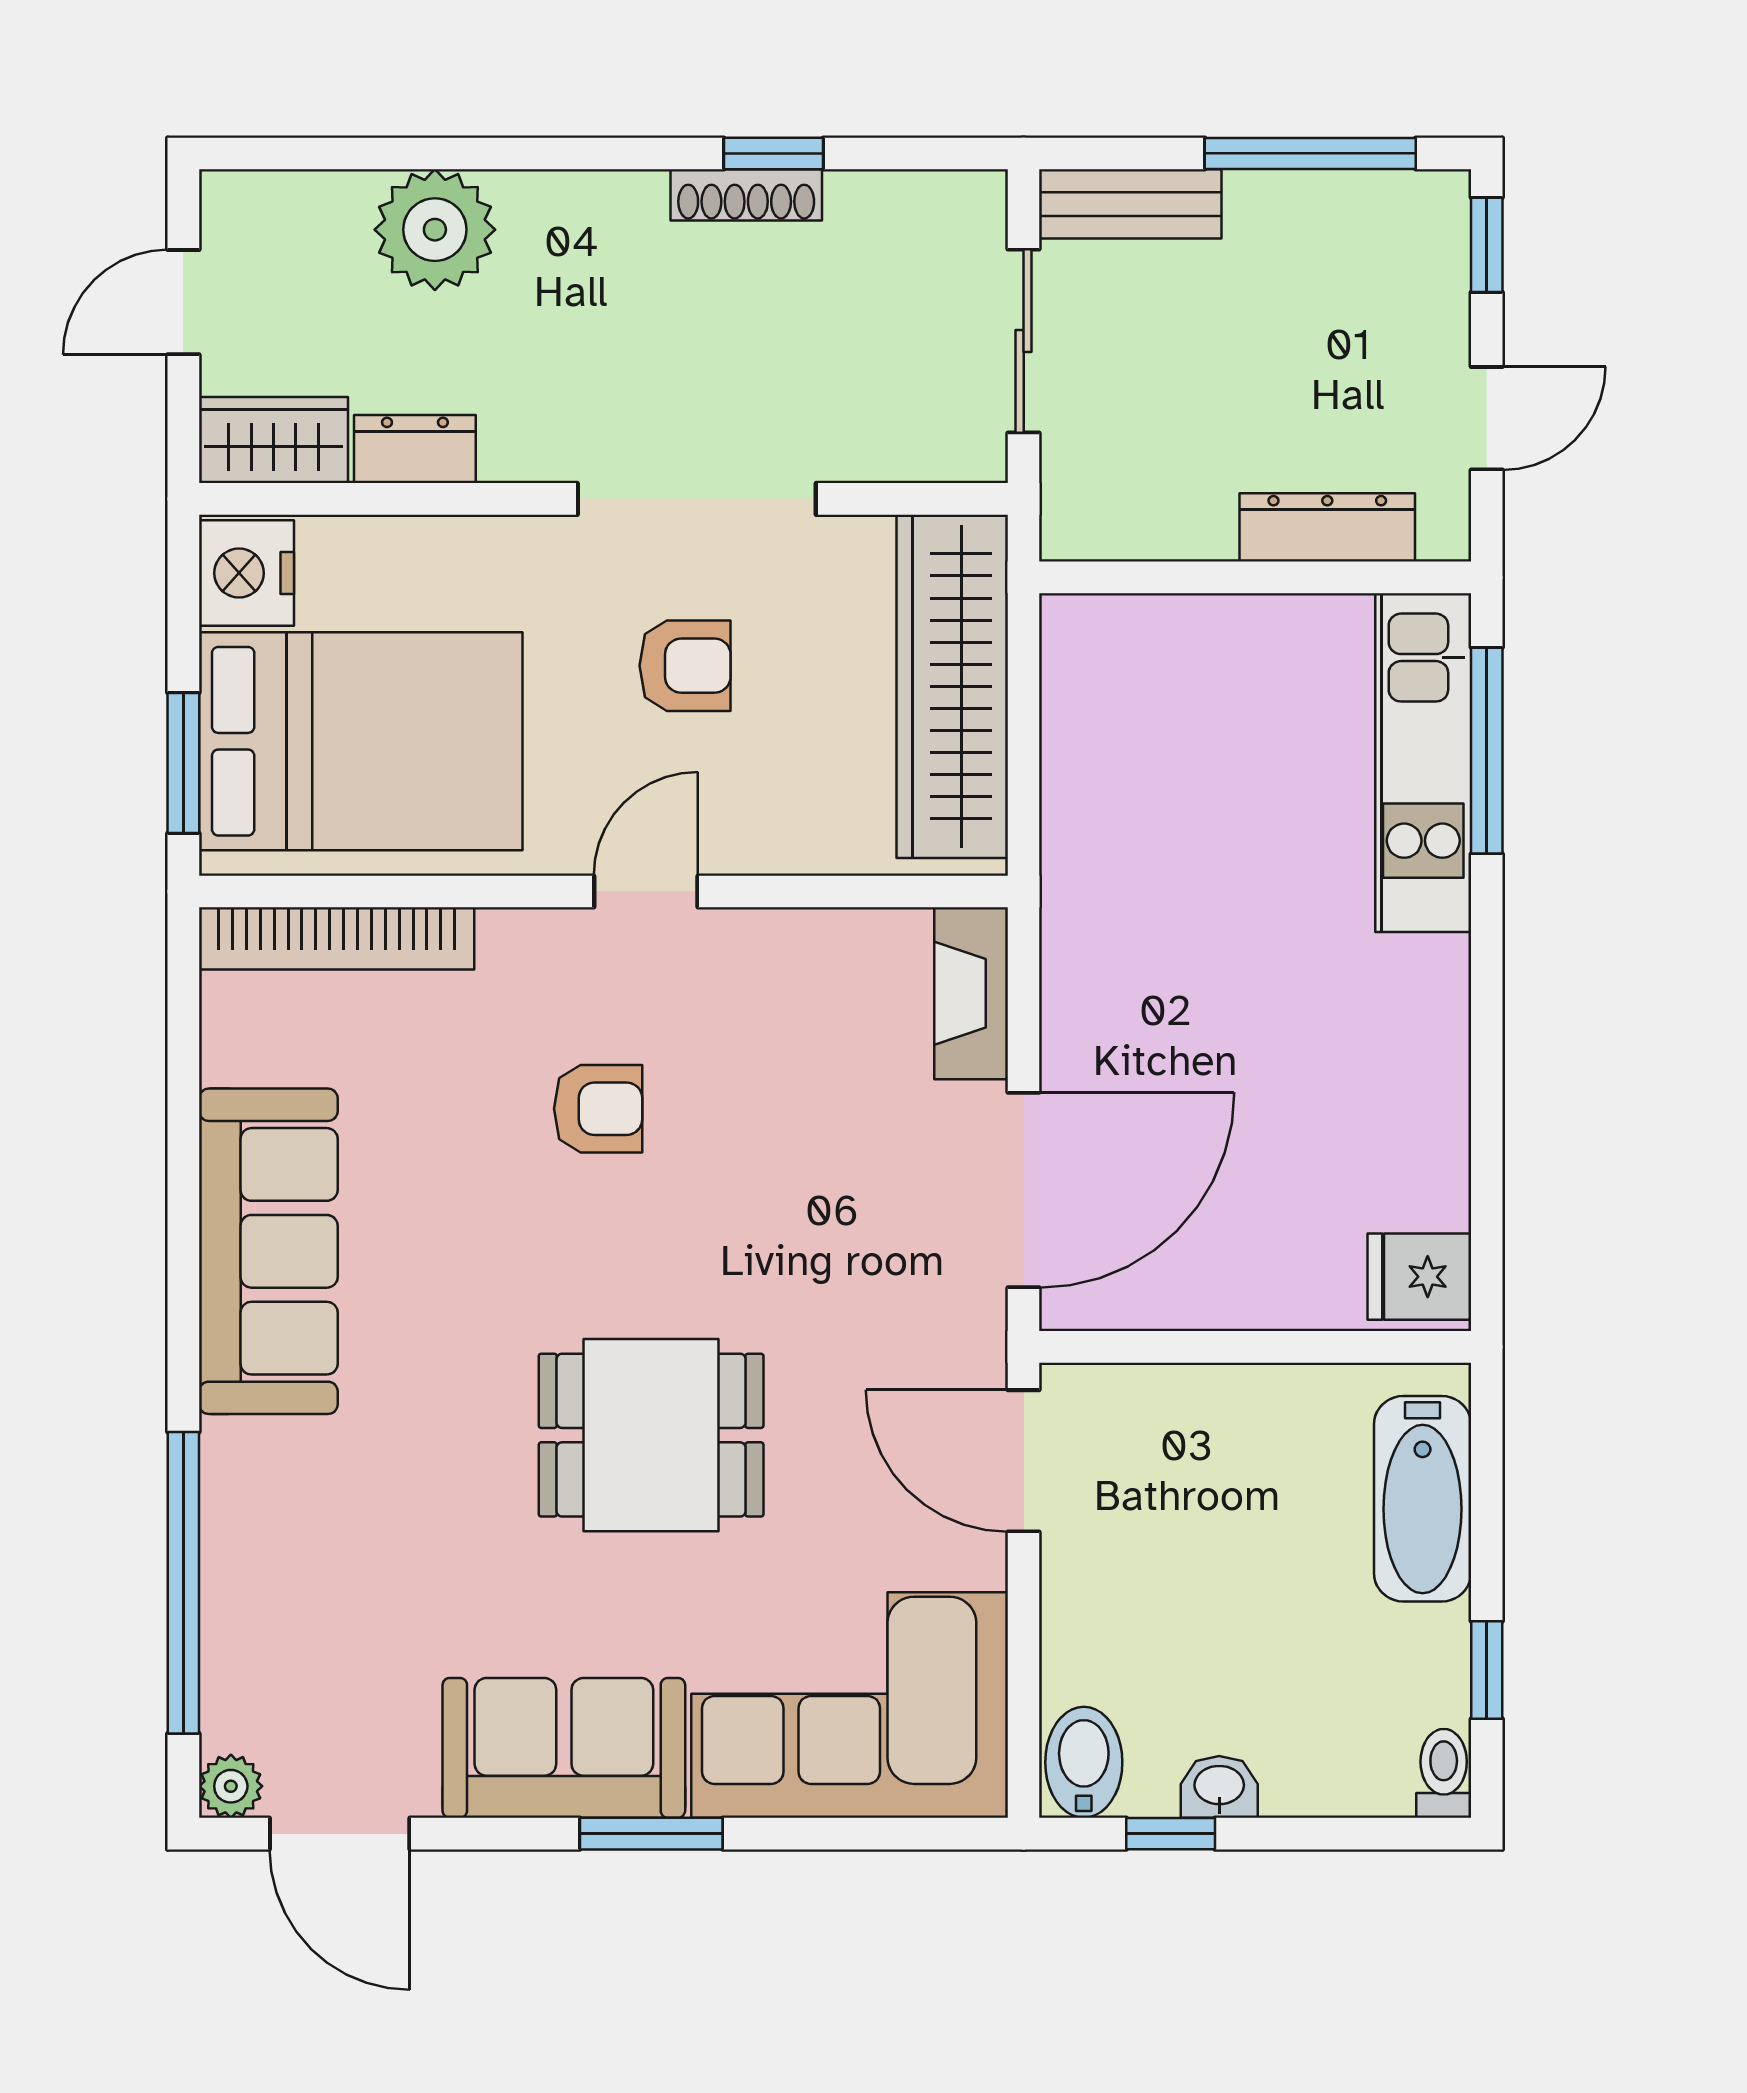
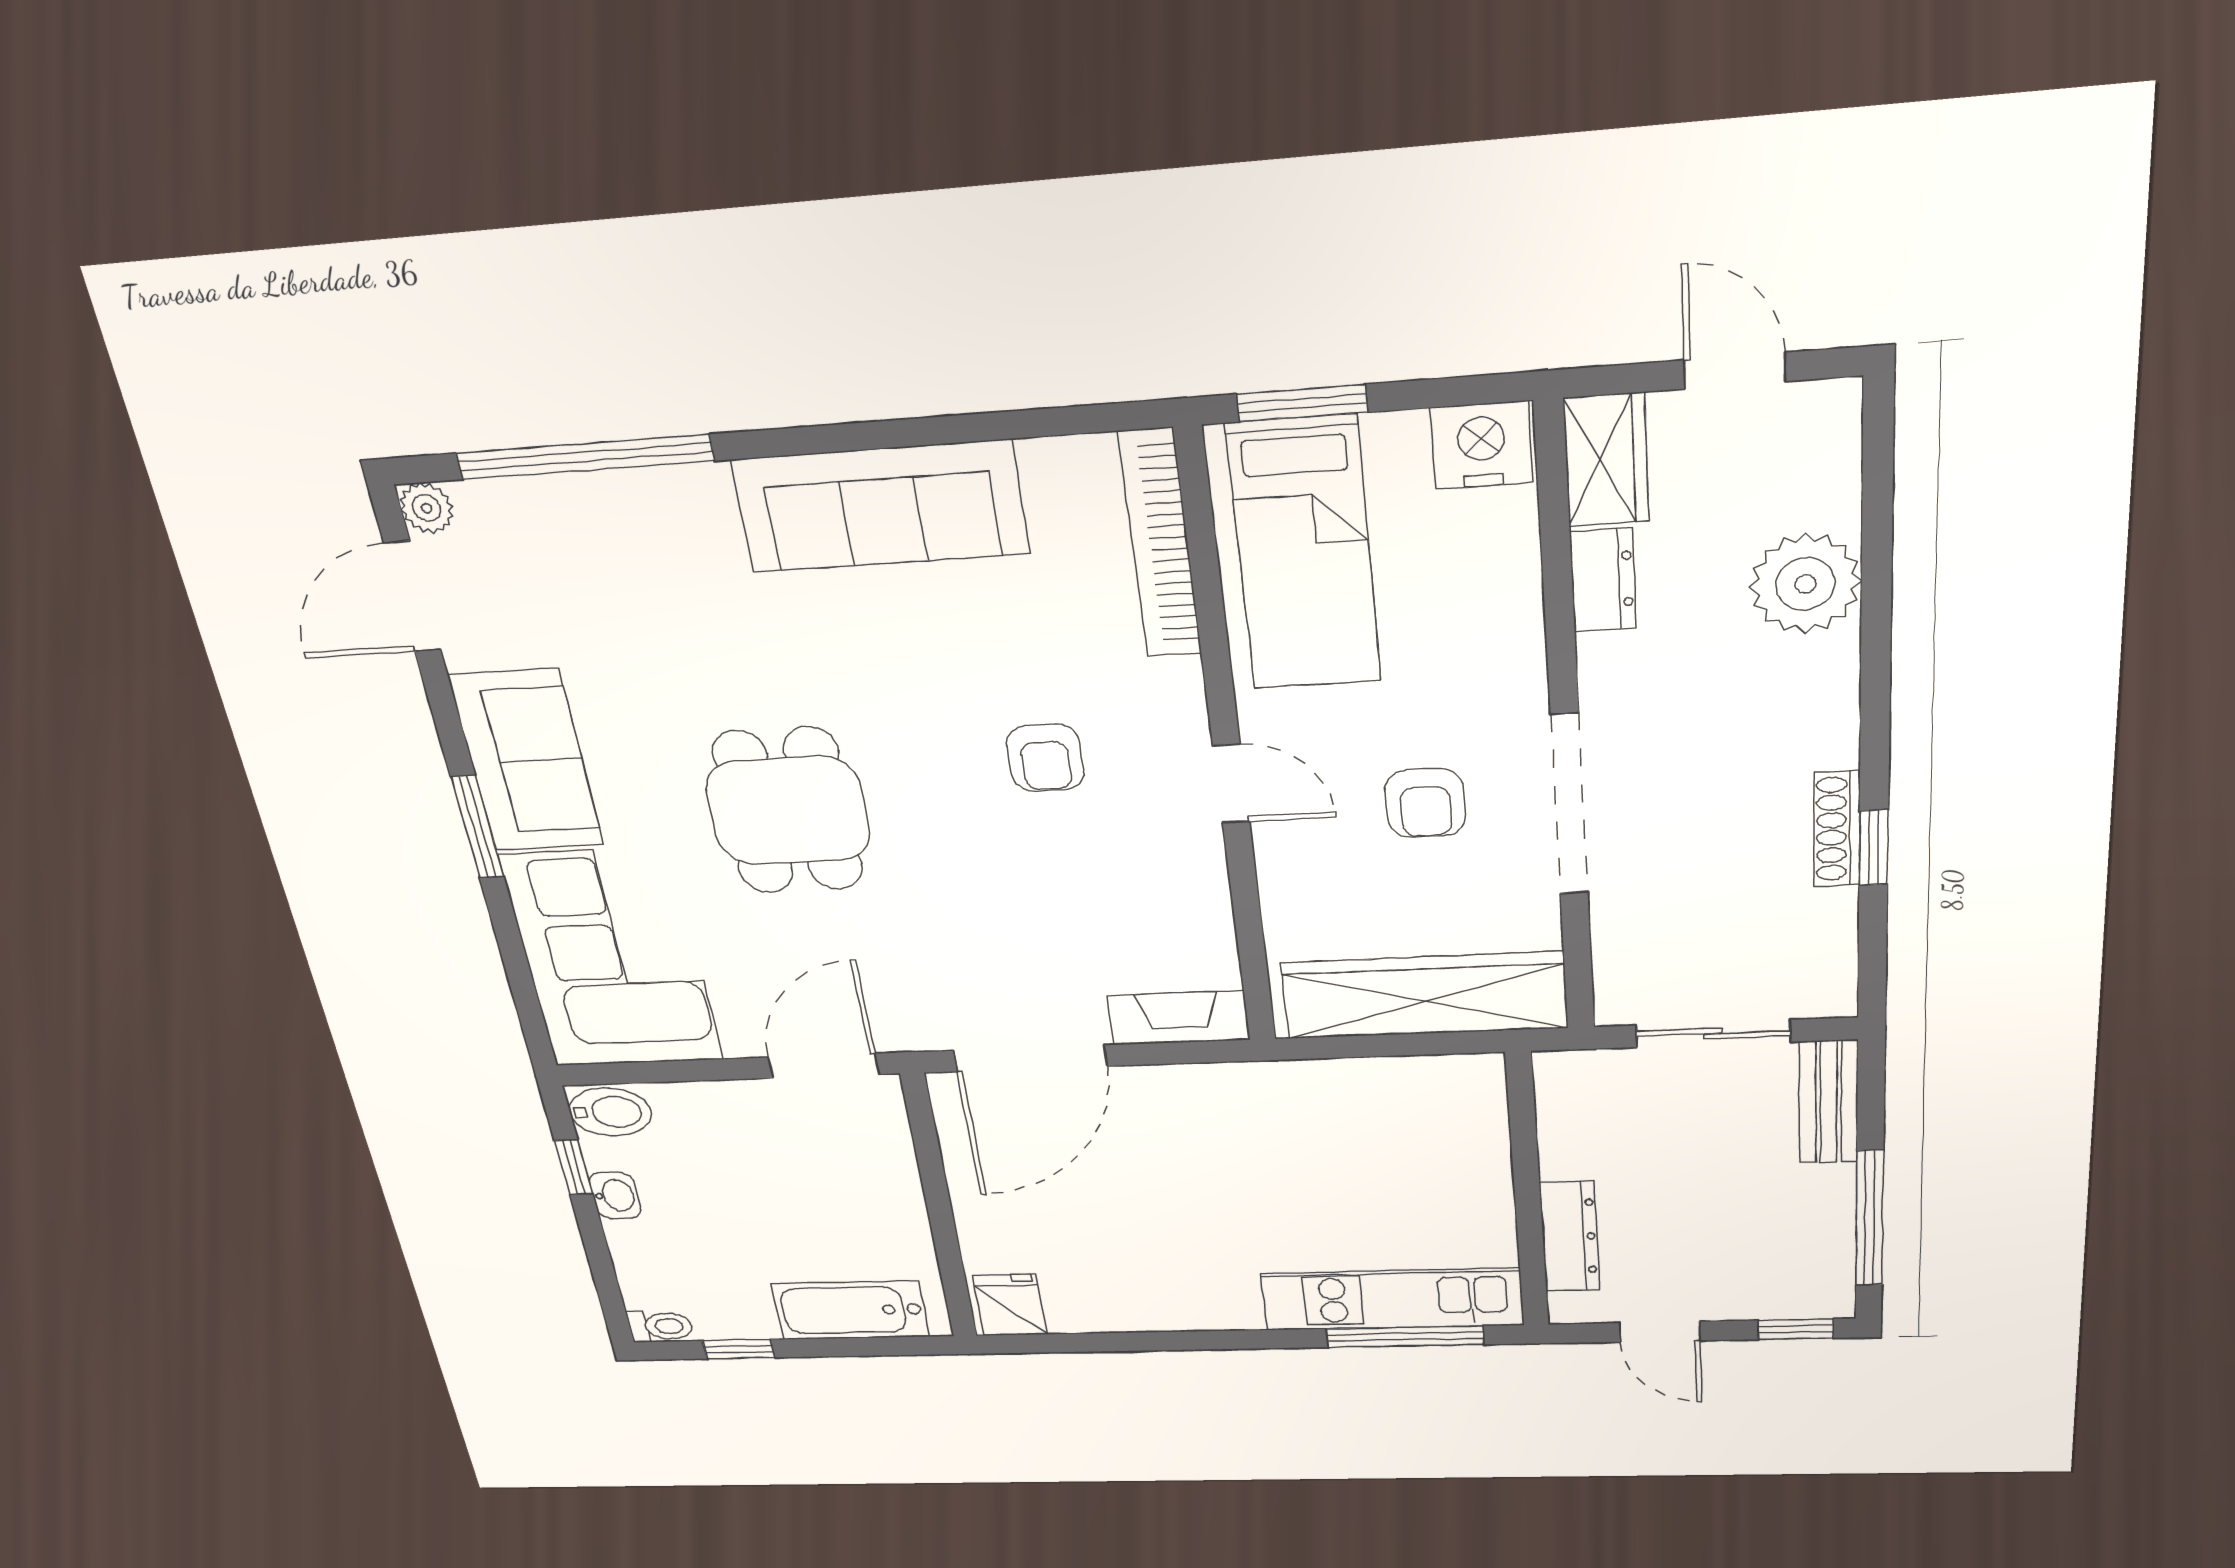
bed: (361, 741) -> (1304, 554), width x0.67
door: (1024, 1190) -> (1030, 1058), hinge flipped

